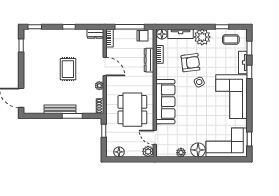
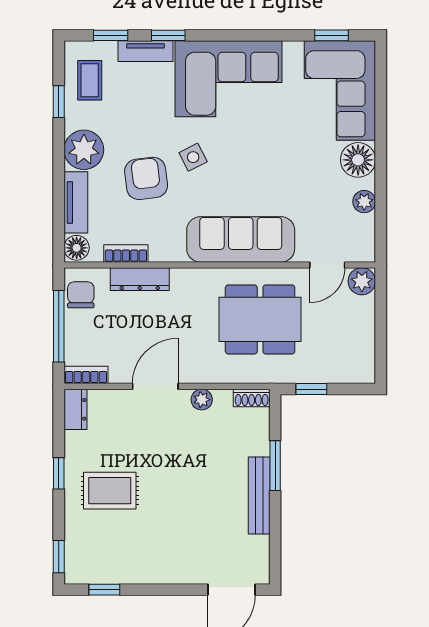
rug: (68, 69) -> (110, 491), moved
floor lamp: (119, 152) -> (363, 352), removed

